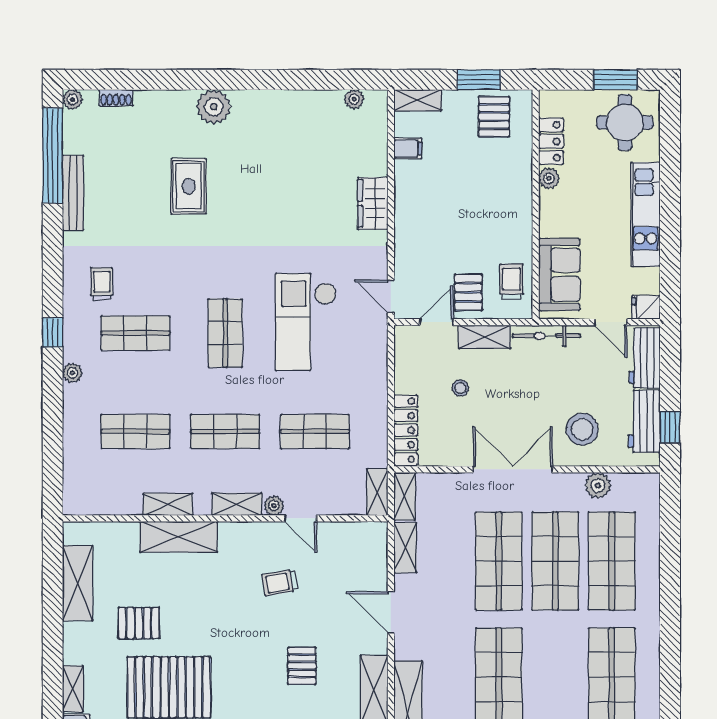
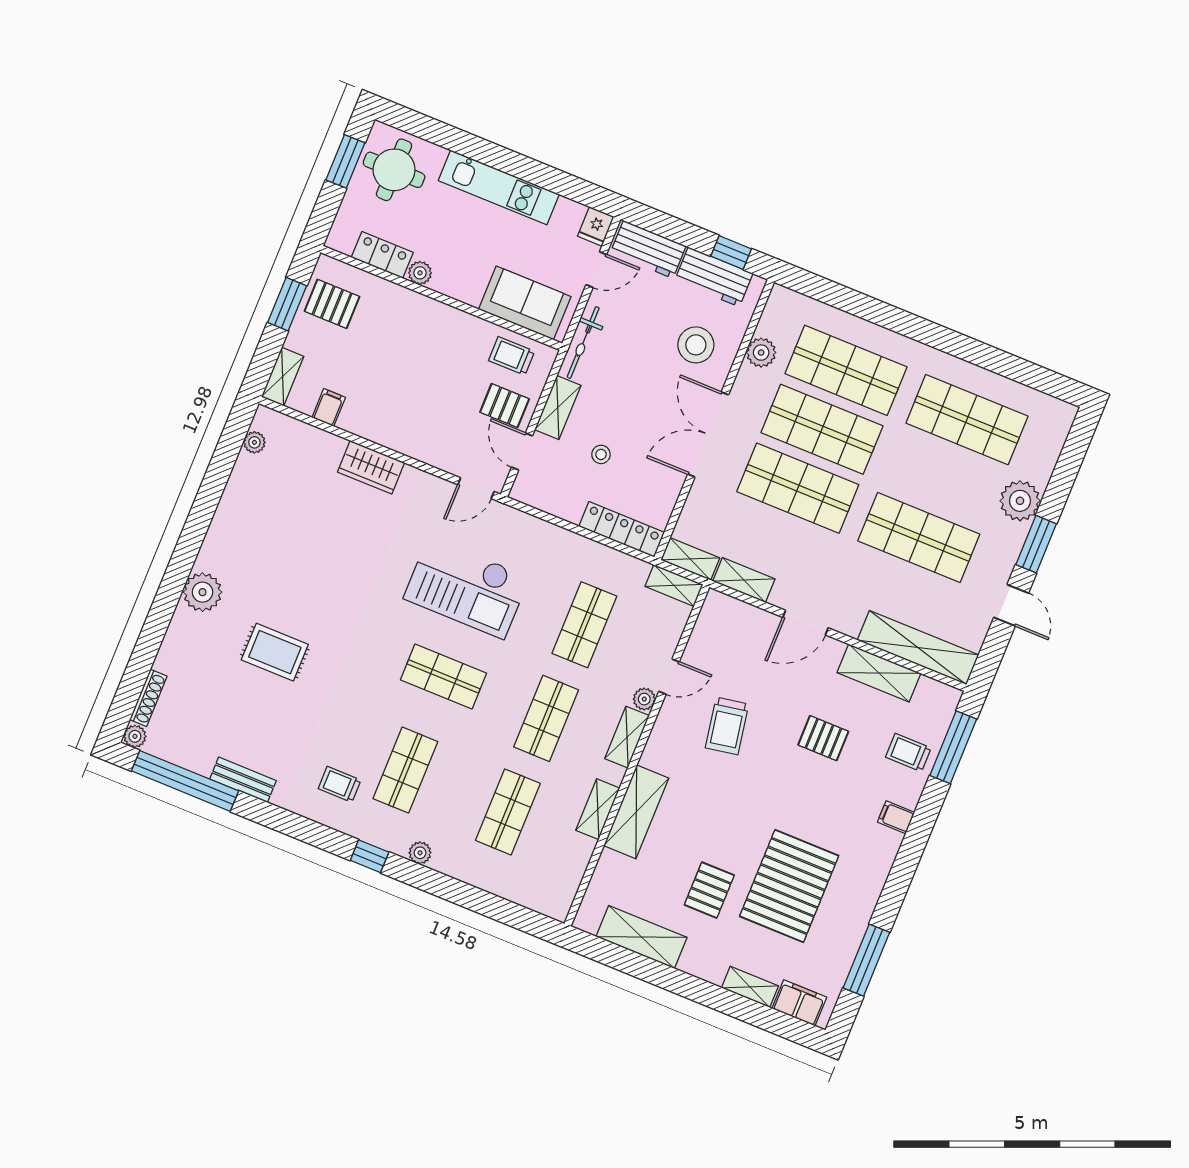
shoe rack: (116, 98) -> (148, 698), width x1.43
bench: (73, 193) -> (243, 780), width x0.73
trolley: (280, 583) -> (727, 726), width x1.36, depth x1.39

